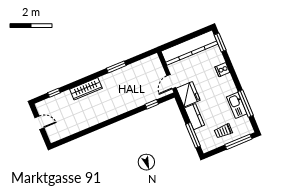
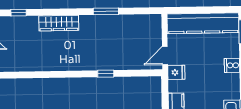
fridge: (188, 94) -> (176, 72), width x0.53, depth x0.75
window: (152, 104) -> (106, 74), moved

